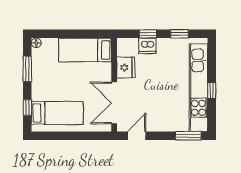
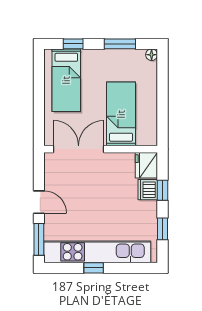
bed: (85, 50) -> (121, 114), moved
fridge: (126, 67) -> (146, 165), moved, turned 90
door: (137, 136) -> (39, 202), moved

